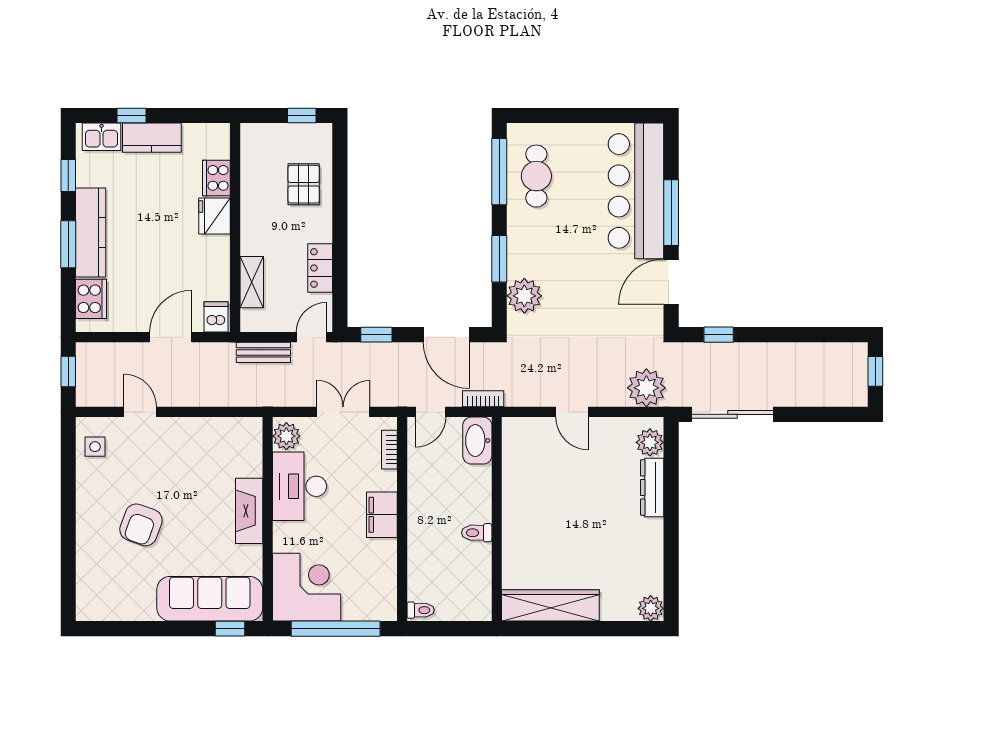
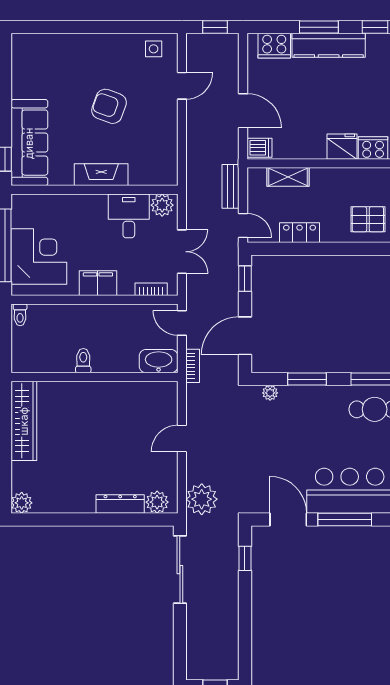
plant: (524, 296) -> (270, 393), width x0.53, depth x0.53
desk: (300, 486) -> (129, 216), width x0.73
armchair: (141, 525) -> (109, 106), moved
corner desk: (307, 587) -> (39, 257), moved, turned -90

